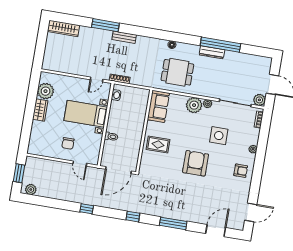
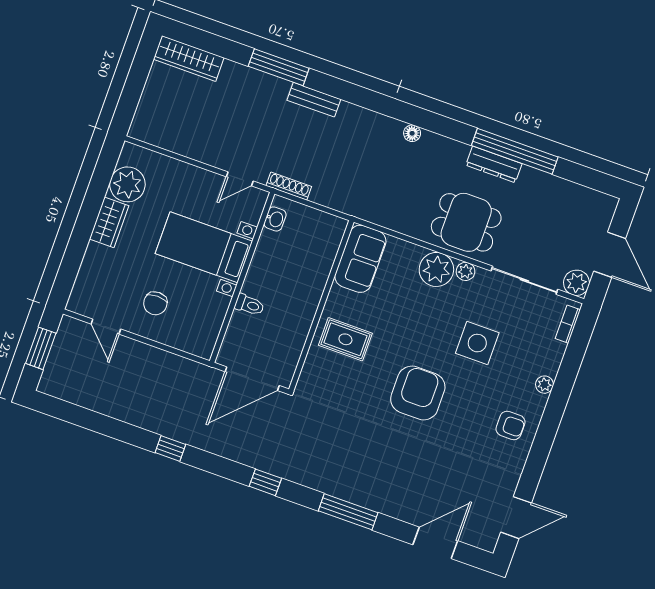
dining table: (177, 72) -> (466, 222), moved
door: (80, 164) -> (106, 327), moved
plant: (31, 189) -> (59, 387), removed

